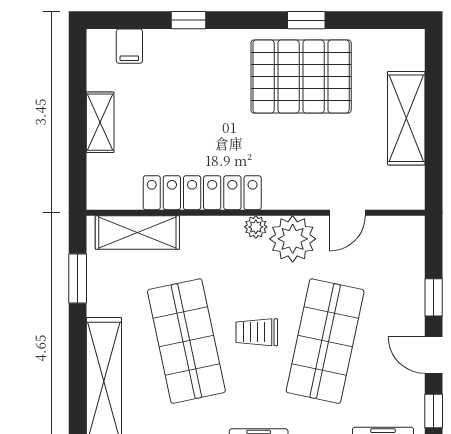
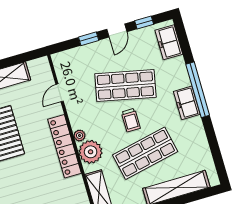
locker: (202, 193) -> (64, 146), moved
door: (347, 213) -> (60, 93), swing flipped
plant: (293, 239) -> (91, 152), moved

